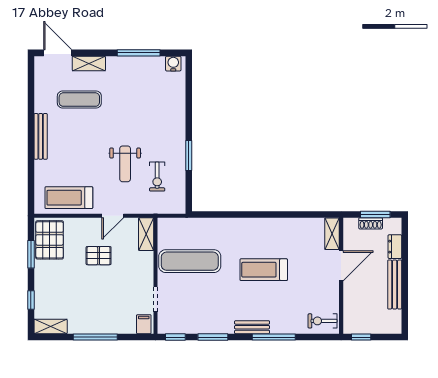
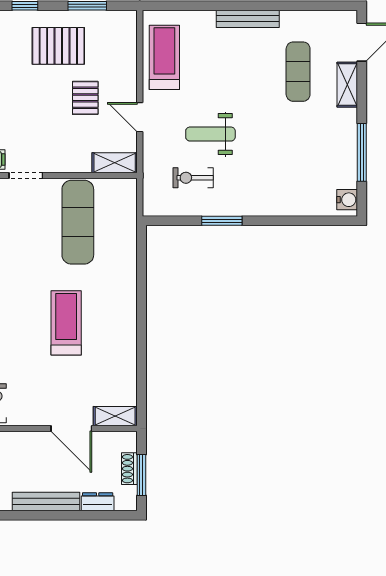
pallet: (50, 240) -> (58, 46), moved

